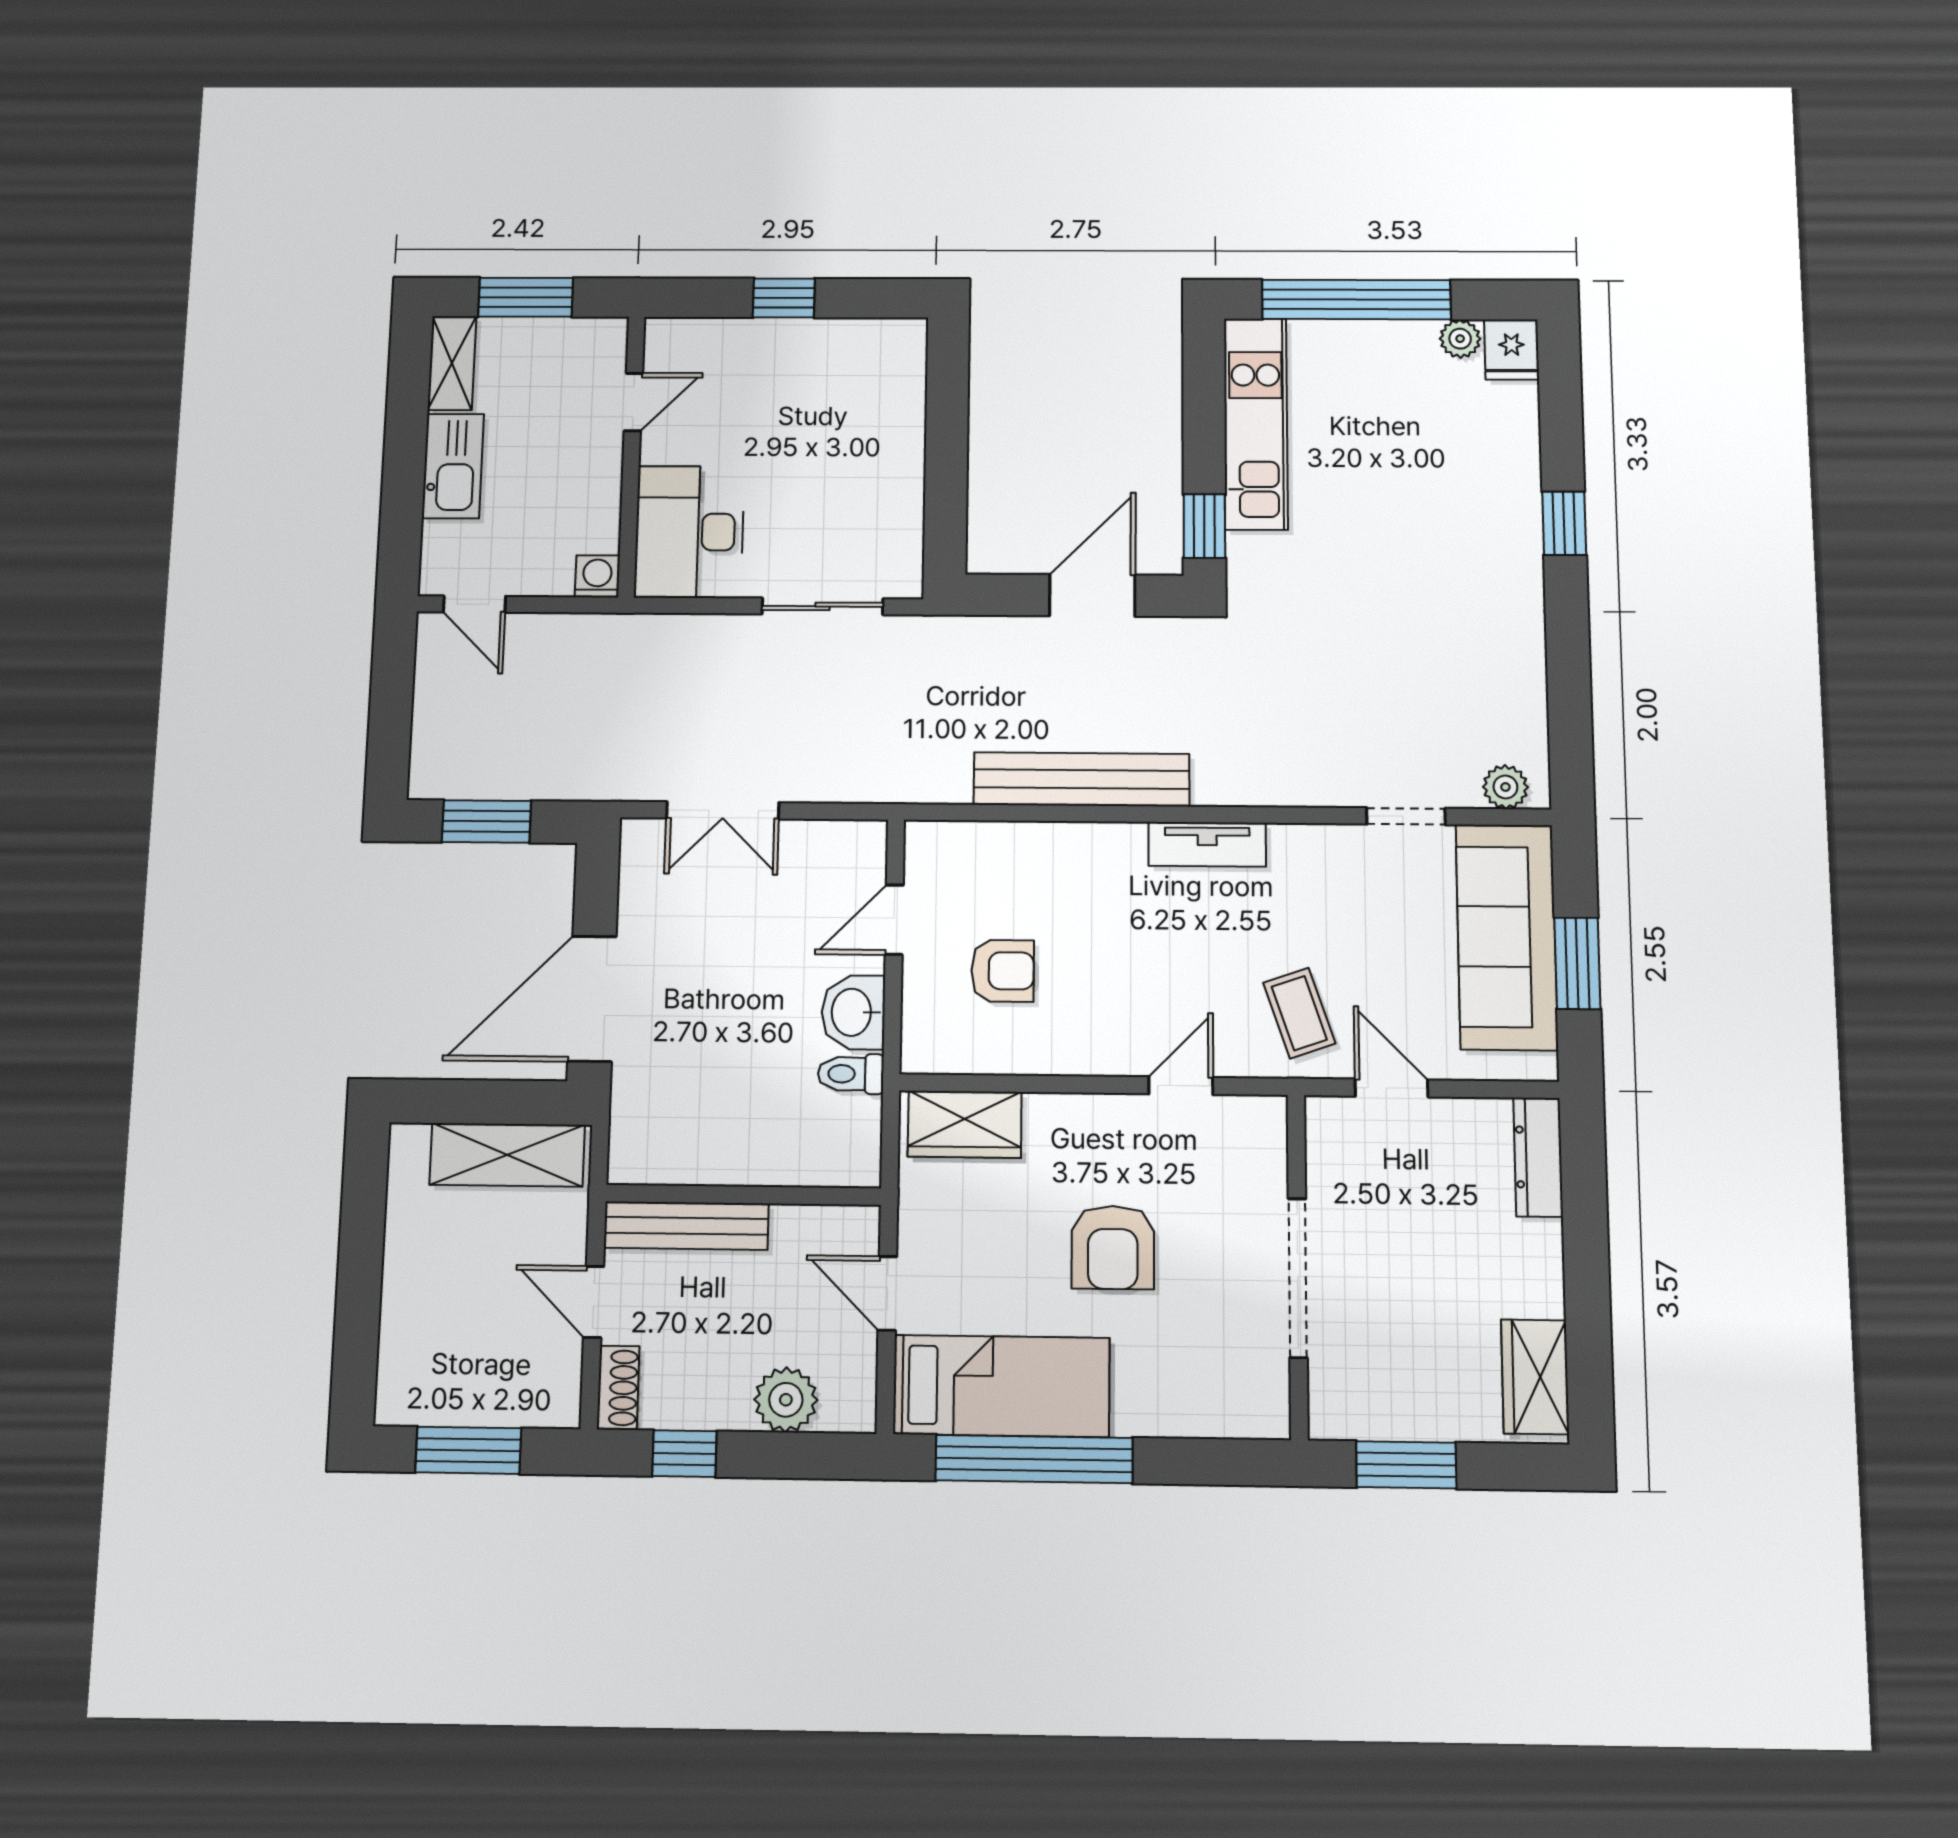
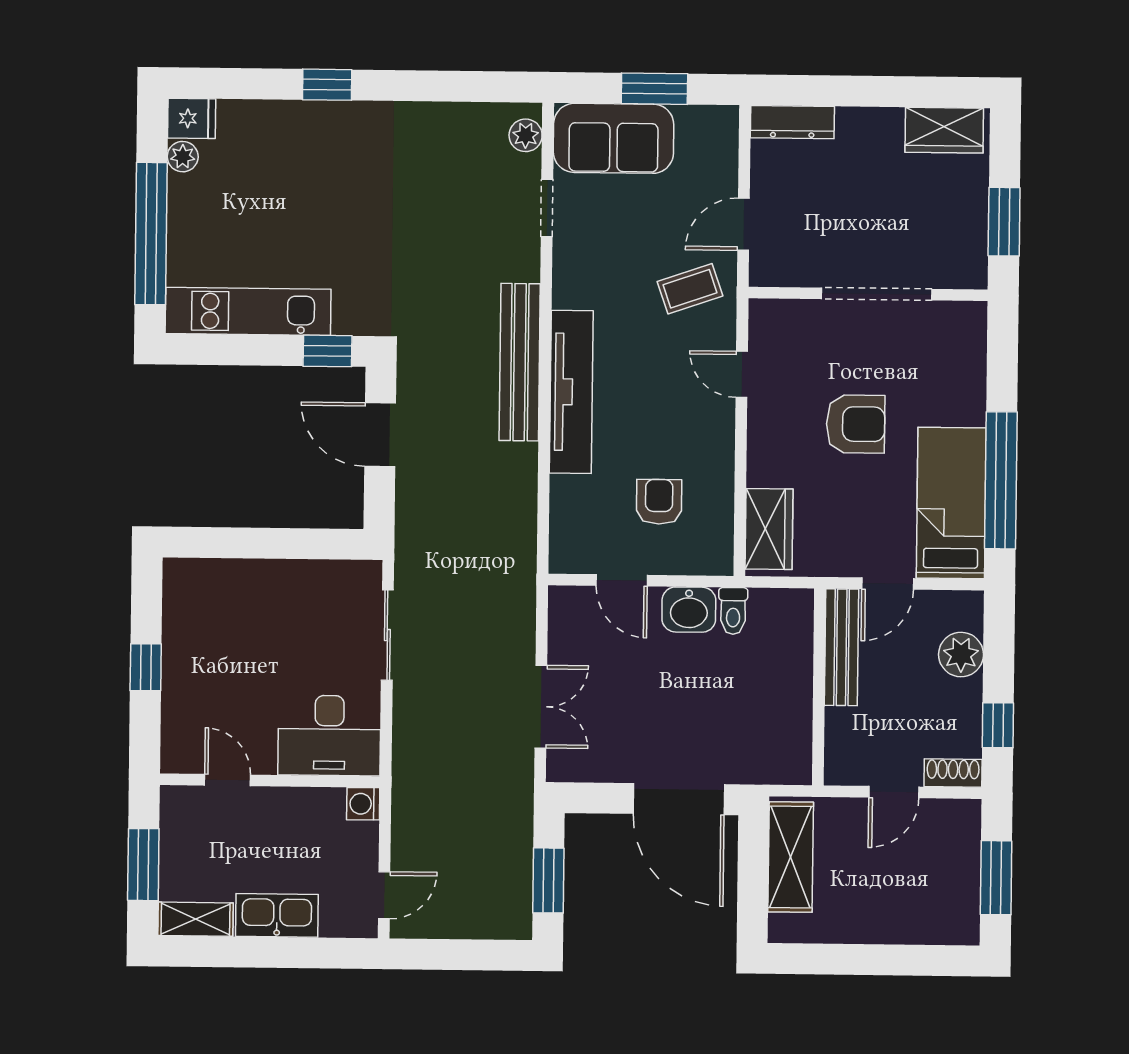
bench: (1082, 779) -> (520, 362), moved
tv unit: (1207, 844) -> (571, 392), width x1.92, depth x1.29
sofa: (1507, 937) -> (614, 138), width x0.73
bench: (686, 1226) -> (842, 647), moved

